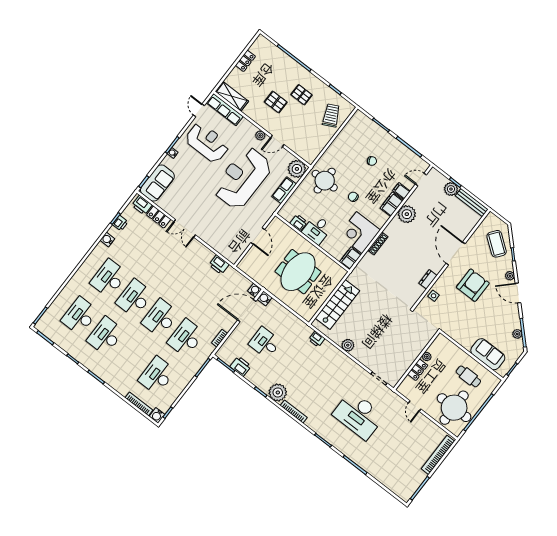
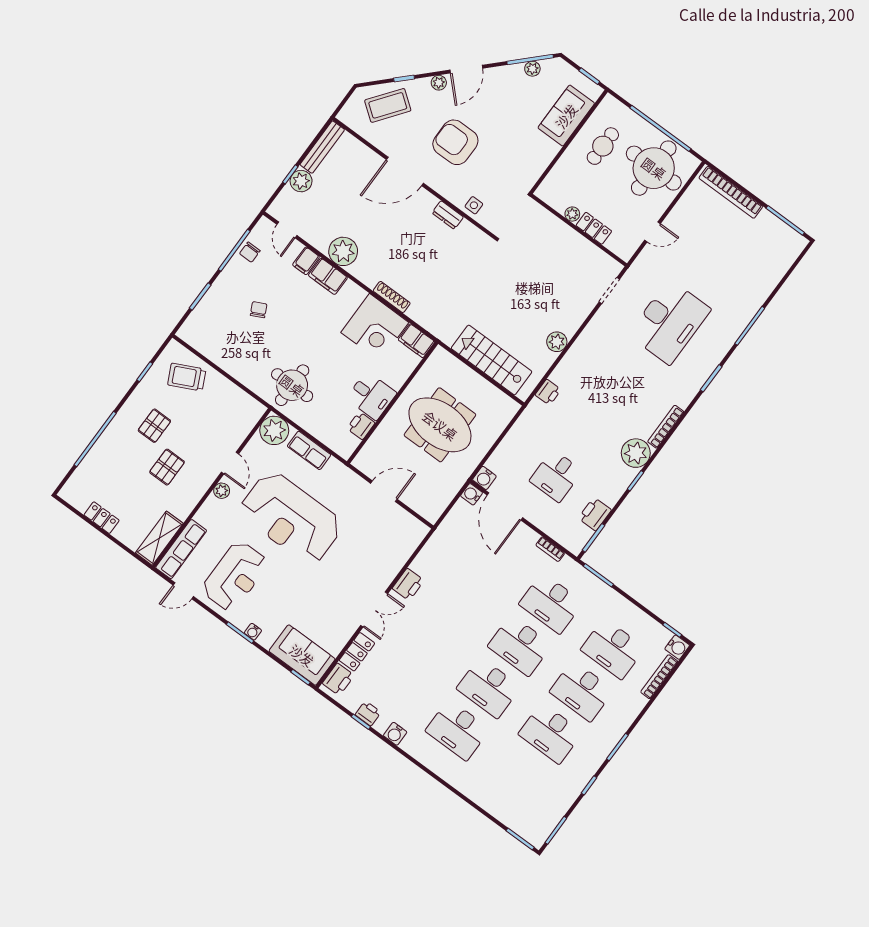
reception desk: (207, 142) -> (235, 576), turned 180
chair: (353, 197) -> (250, 252), moved
printer: (219, 265) -> (408, 585), moved
desk: (80, 316) -> (582, 691), moved

